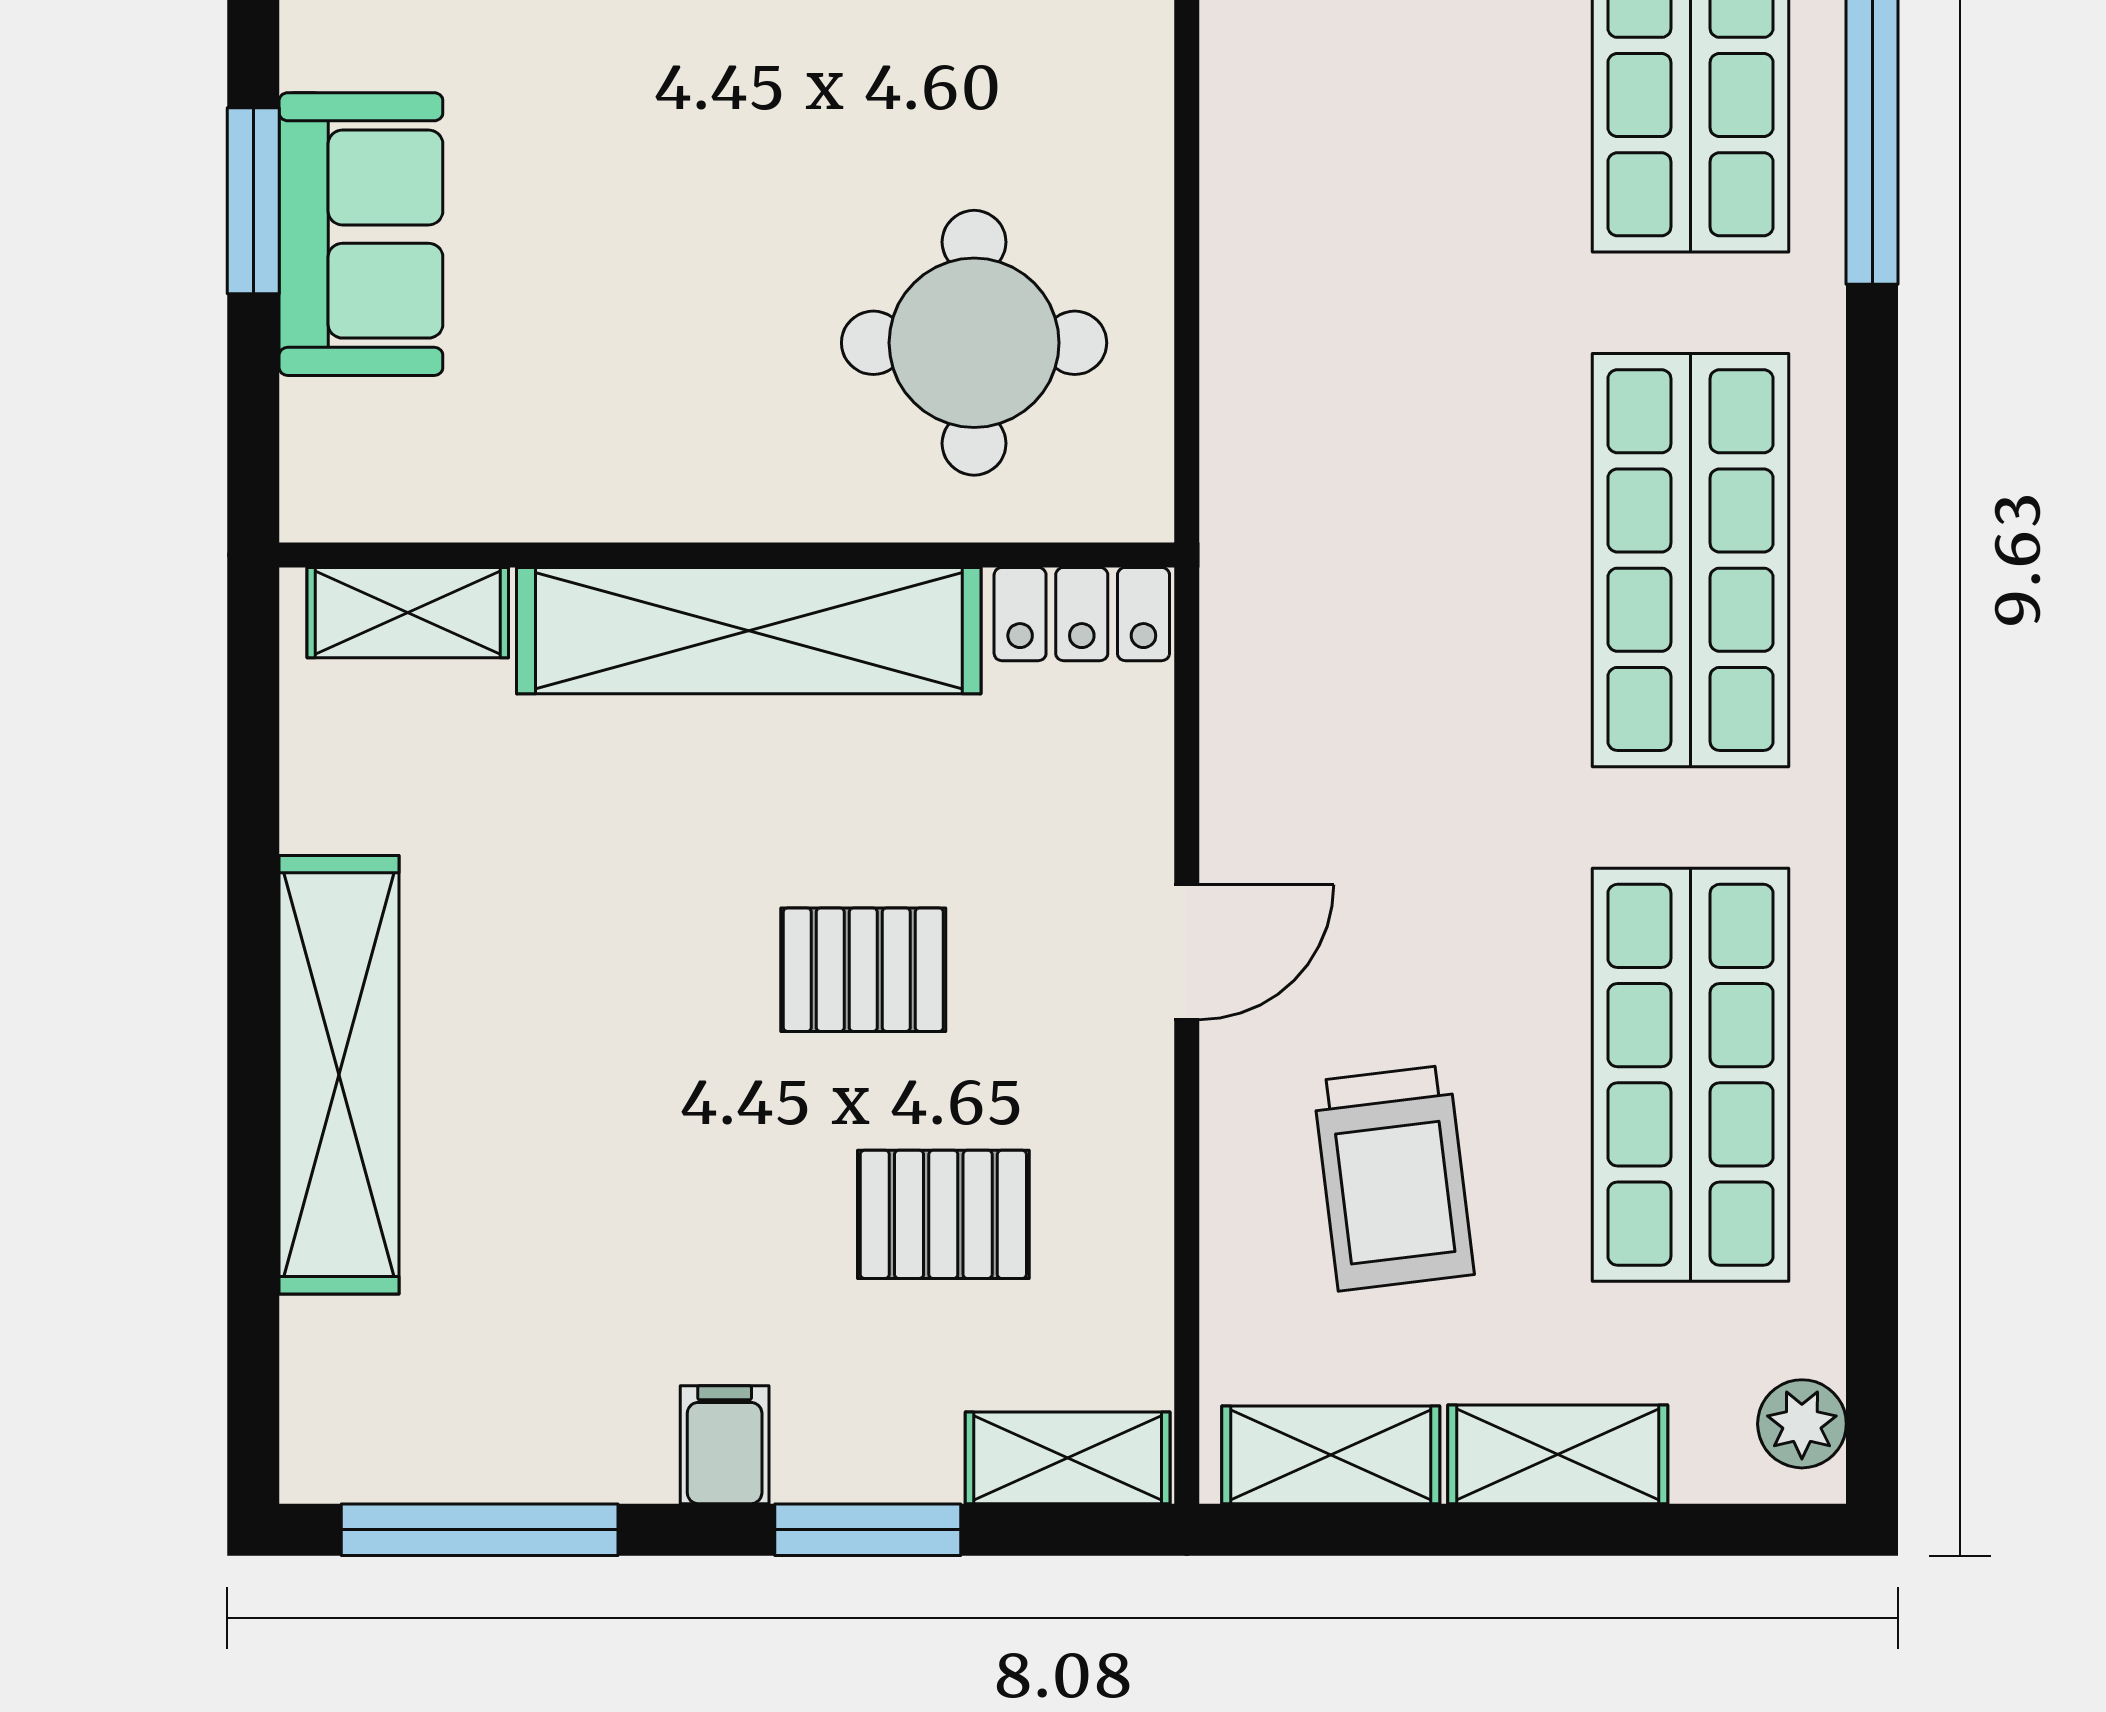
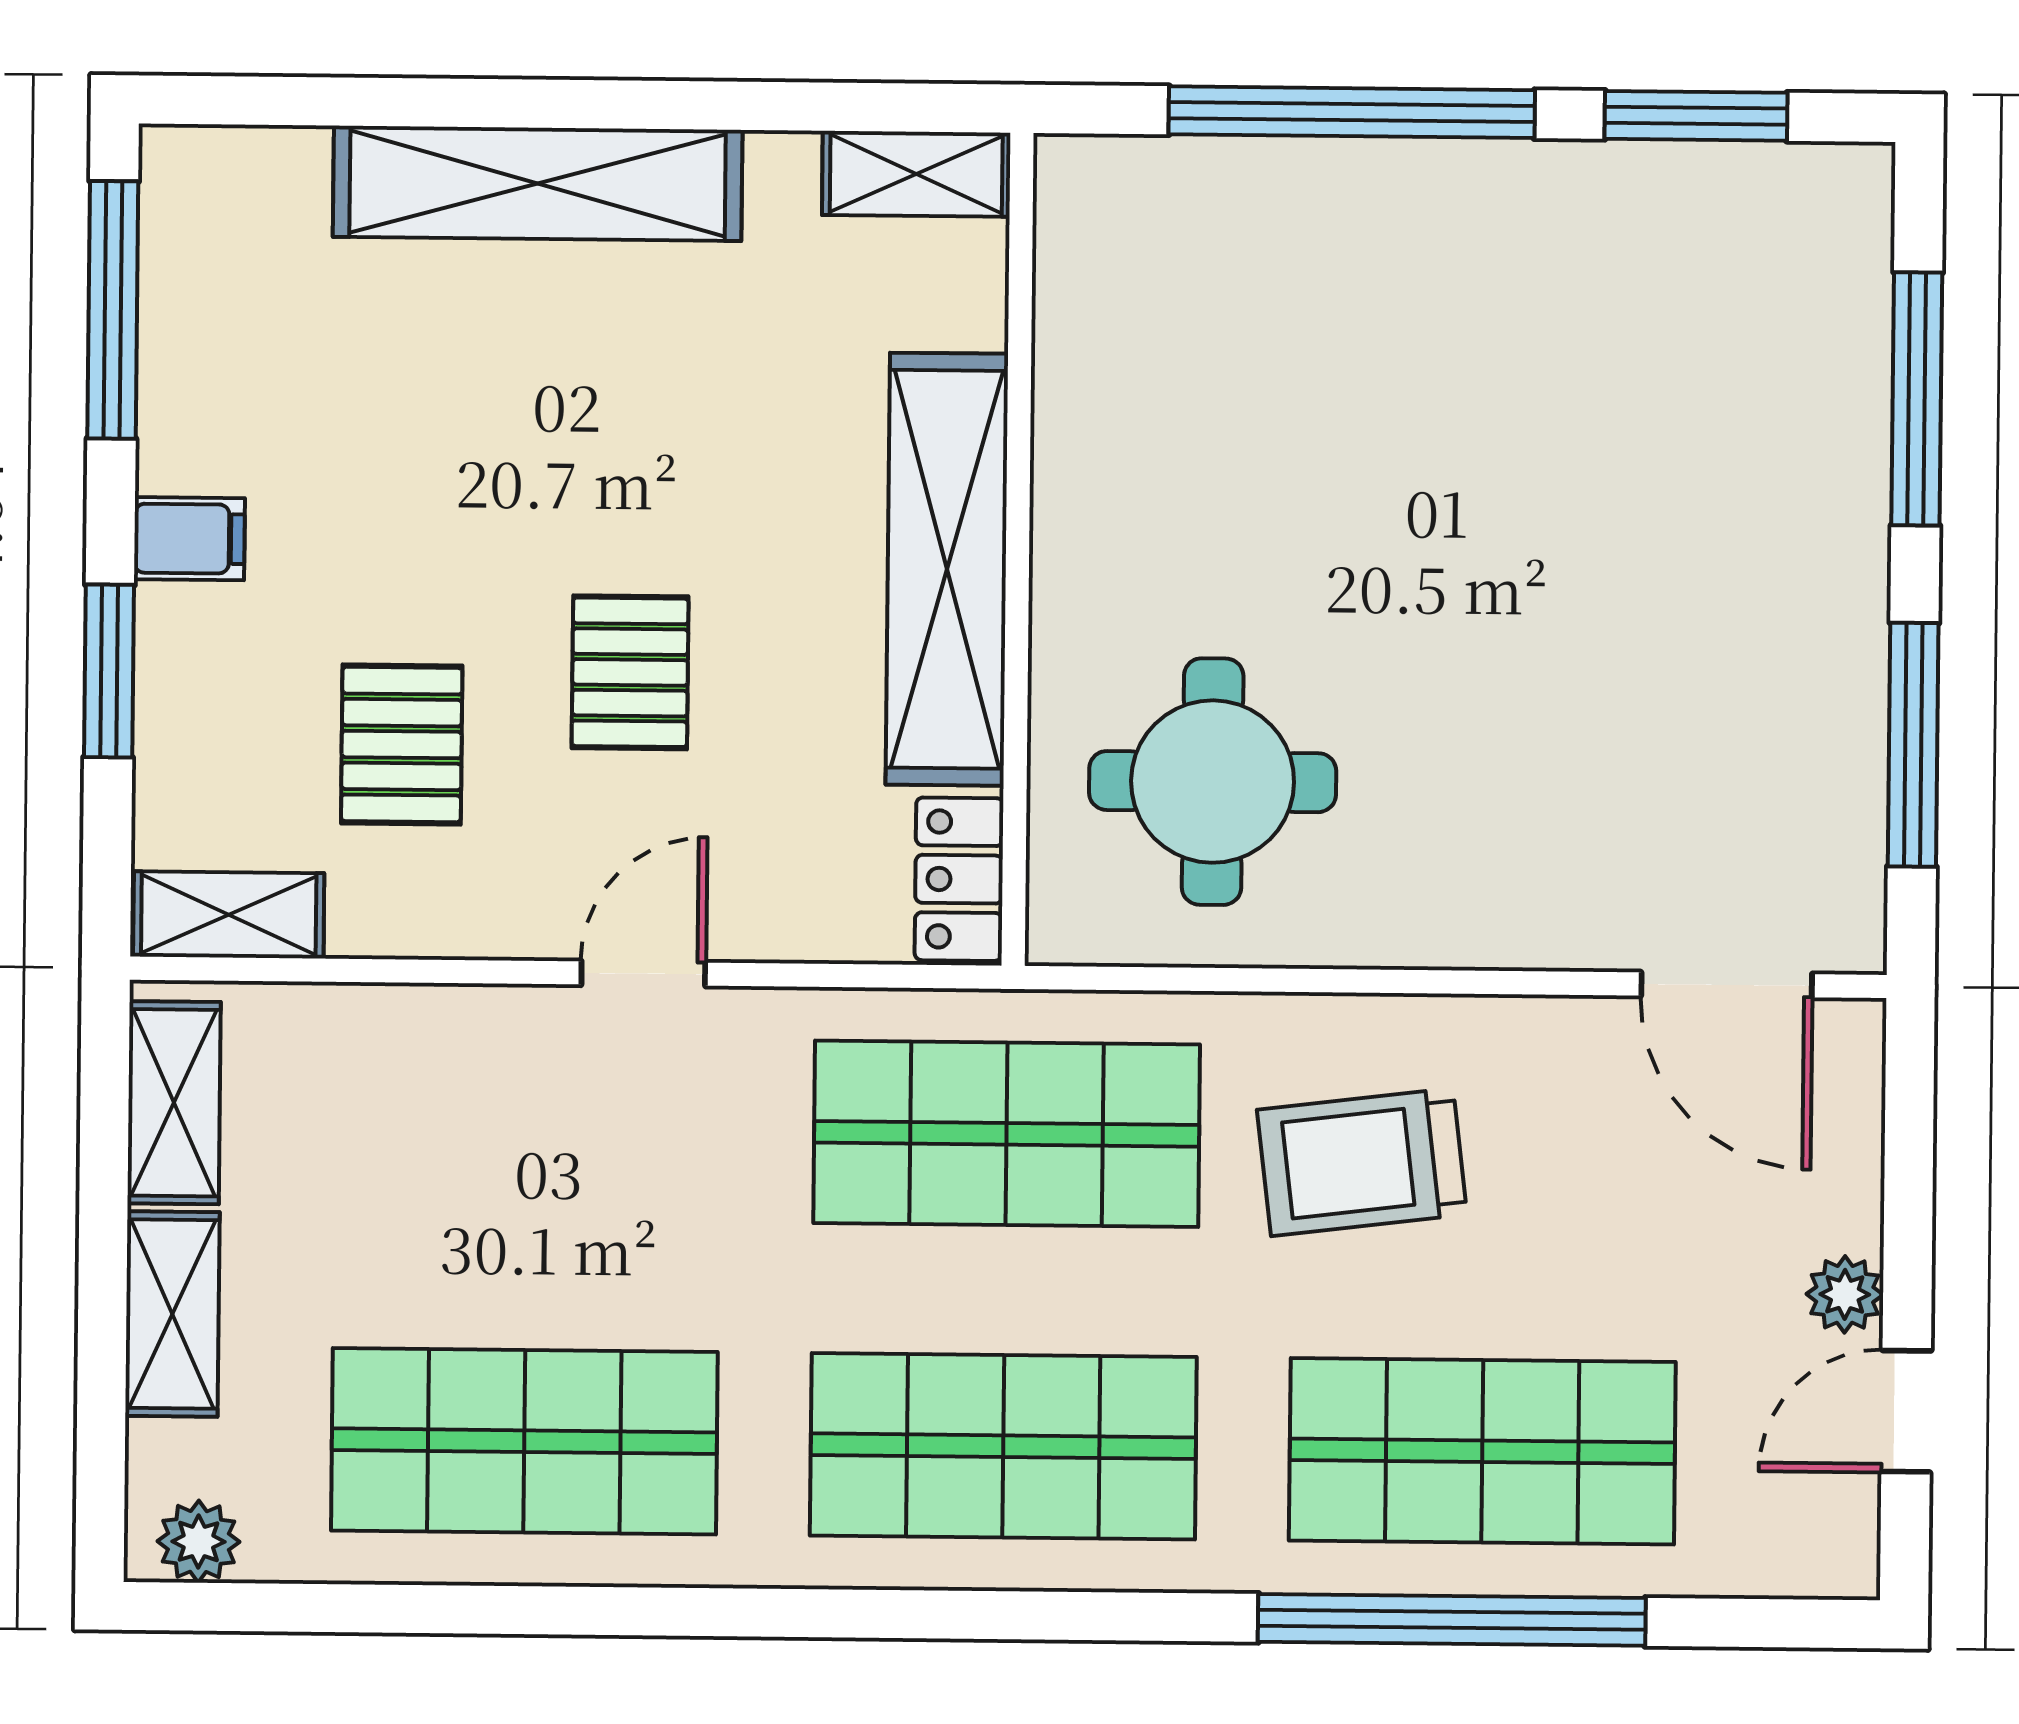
window: (253, 201) -> (1352, 112), width x2.11
sofa: (361, 234) -> (1320, 212), removed
shop shelf: (1355, 560) -> (1007, 1134), added
shelving: (408, 613) -> (916, 174), moved, turned 90
door: (1187, 952) -> (643, 974), swing flipped
trolley: (1393, 1178) -> (1362, 1162), moved
shelving: (1068, 1458) -> (229, 915), moved, turned 90

